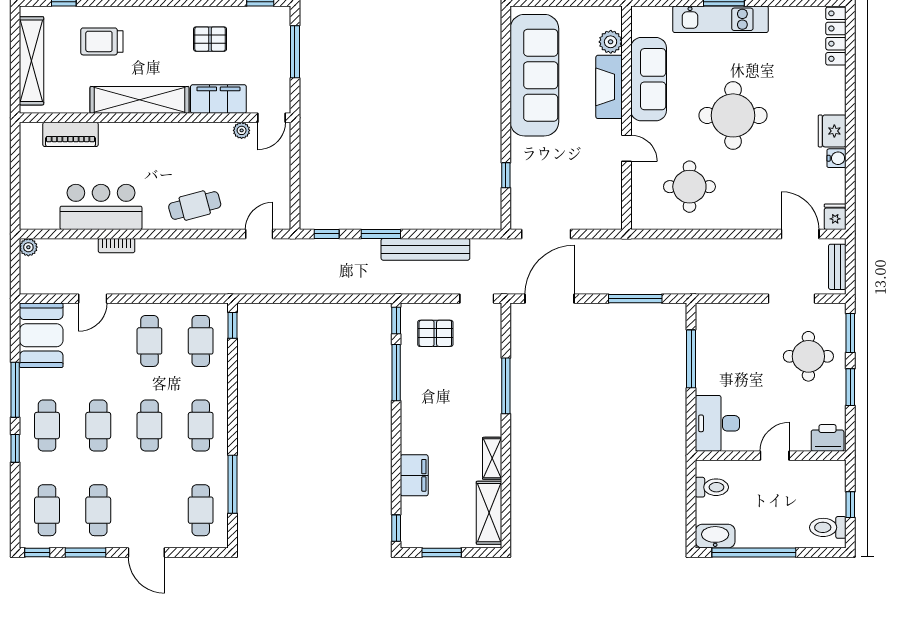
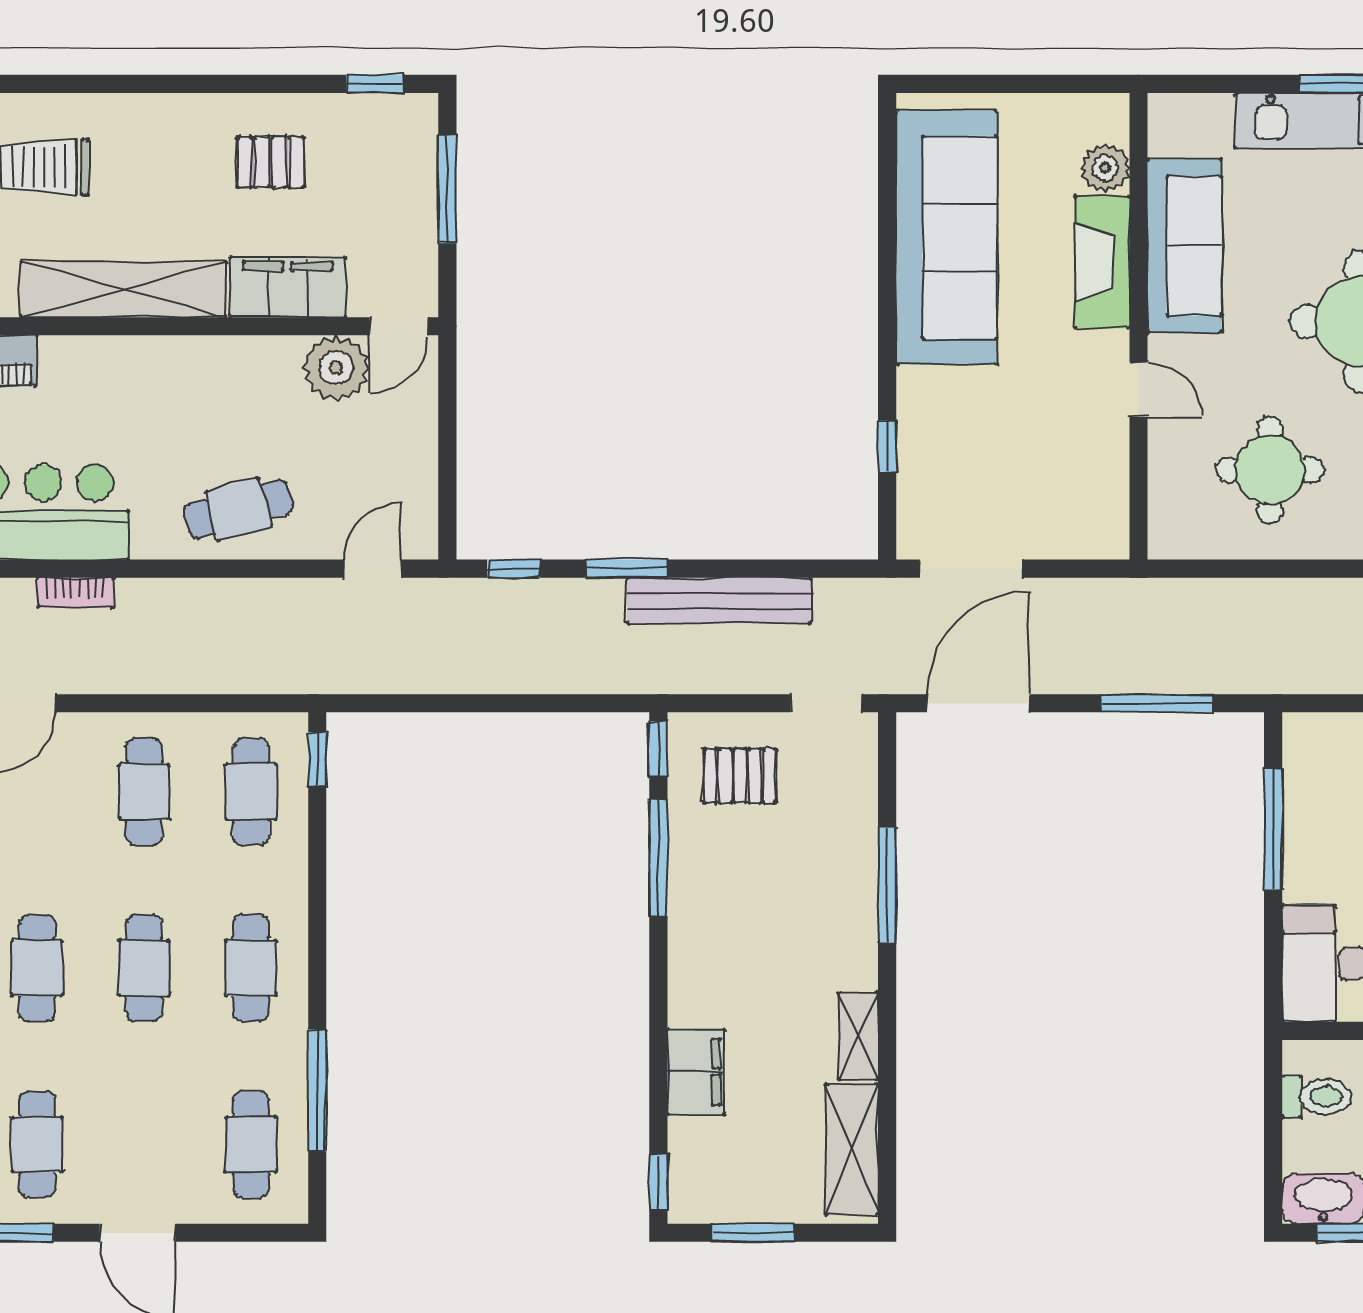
plant: (242, 130) -> (336, 368), width x1.88, depth x1.88

